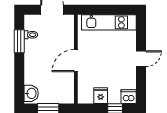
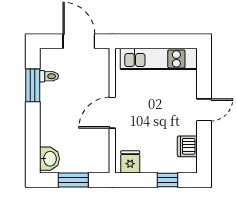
fridge: (101, 96) -> (130, 162), moved
dishwasher: (129, 97) -> (187, 146), moved, turned -90

